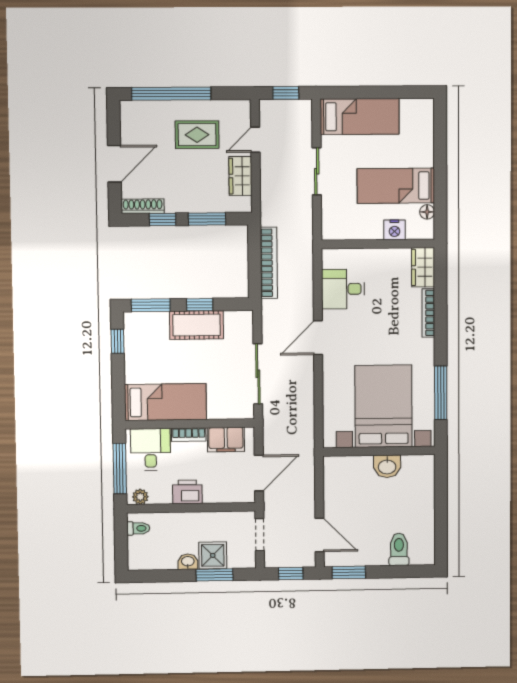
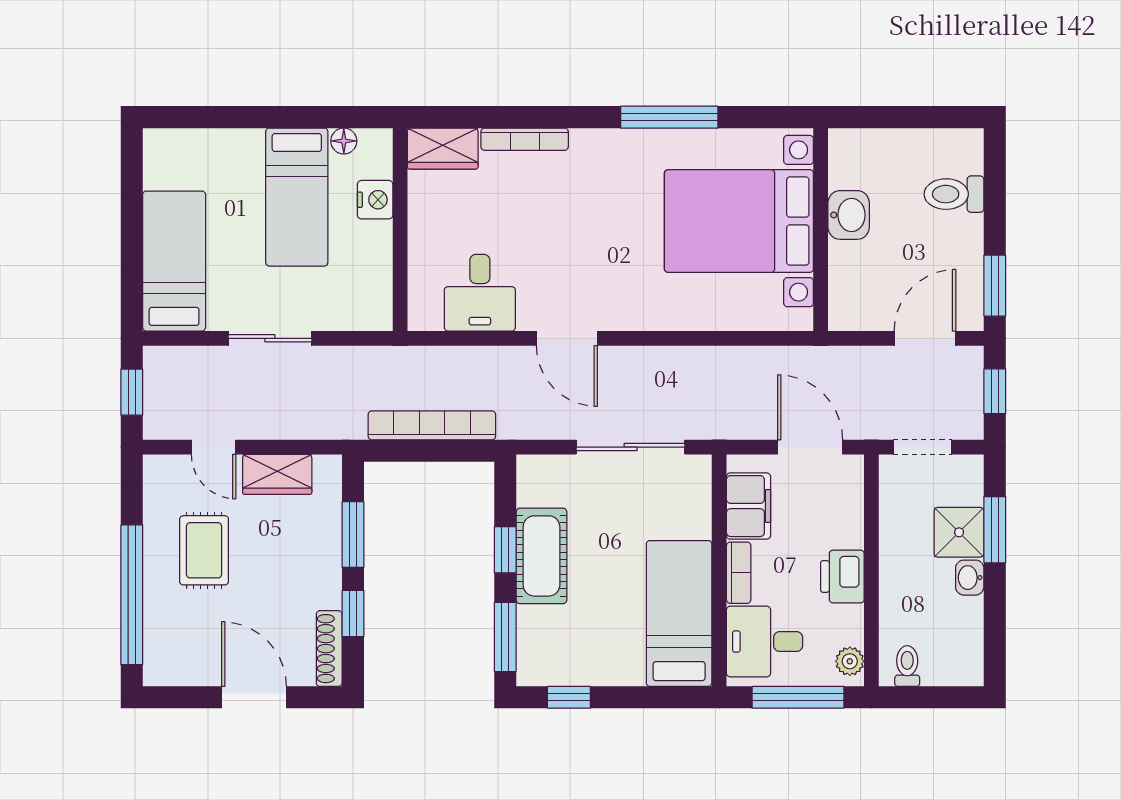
bed with nightstands: (383, 406) -> (739, 221), moved
wall: (379, 451) -> (821, 230), moved
washbasin: (387, 466) -> (849, 215), moved

